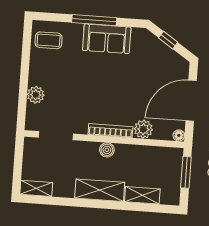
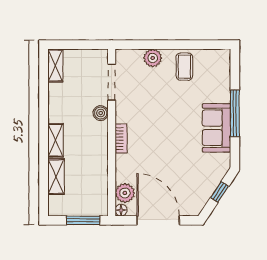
coffee table: (49, 40) -> (184, 67), moved
plant: (143, 129) -> (125, 193), moved
bookcase: (110, 131) -> (121, 139), width x0.64
boiler: (107, 150) -> (101, 113), moved
shelving: (100, 190) -> (56, 140), width x0.67, depth x0.75

